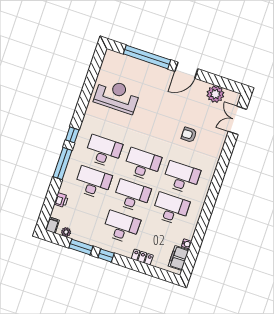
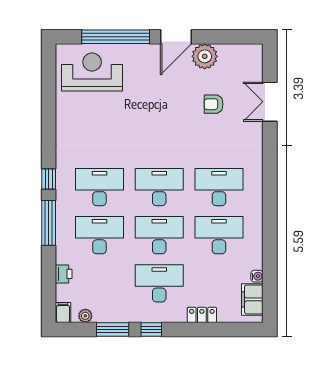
plant: (215, 94) -> (205, 56), moved
reception desk: (117, 96) -> (92, 72), moved
double door: (237, 120) -> (270, 102), moved
armchair: (189, 135) -> (214, 104), moved

